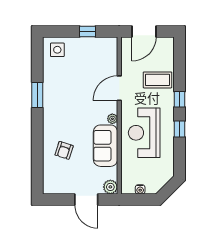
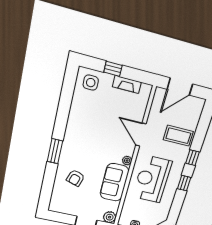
window: (88, 32) -> (113, 69), moved
fireplace: (92, 43) -> (127, 84), added
door: (119, 88) -> (141, 135), hinge flipped
window: (37, 95) -> (55, 151), moved

